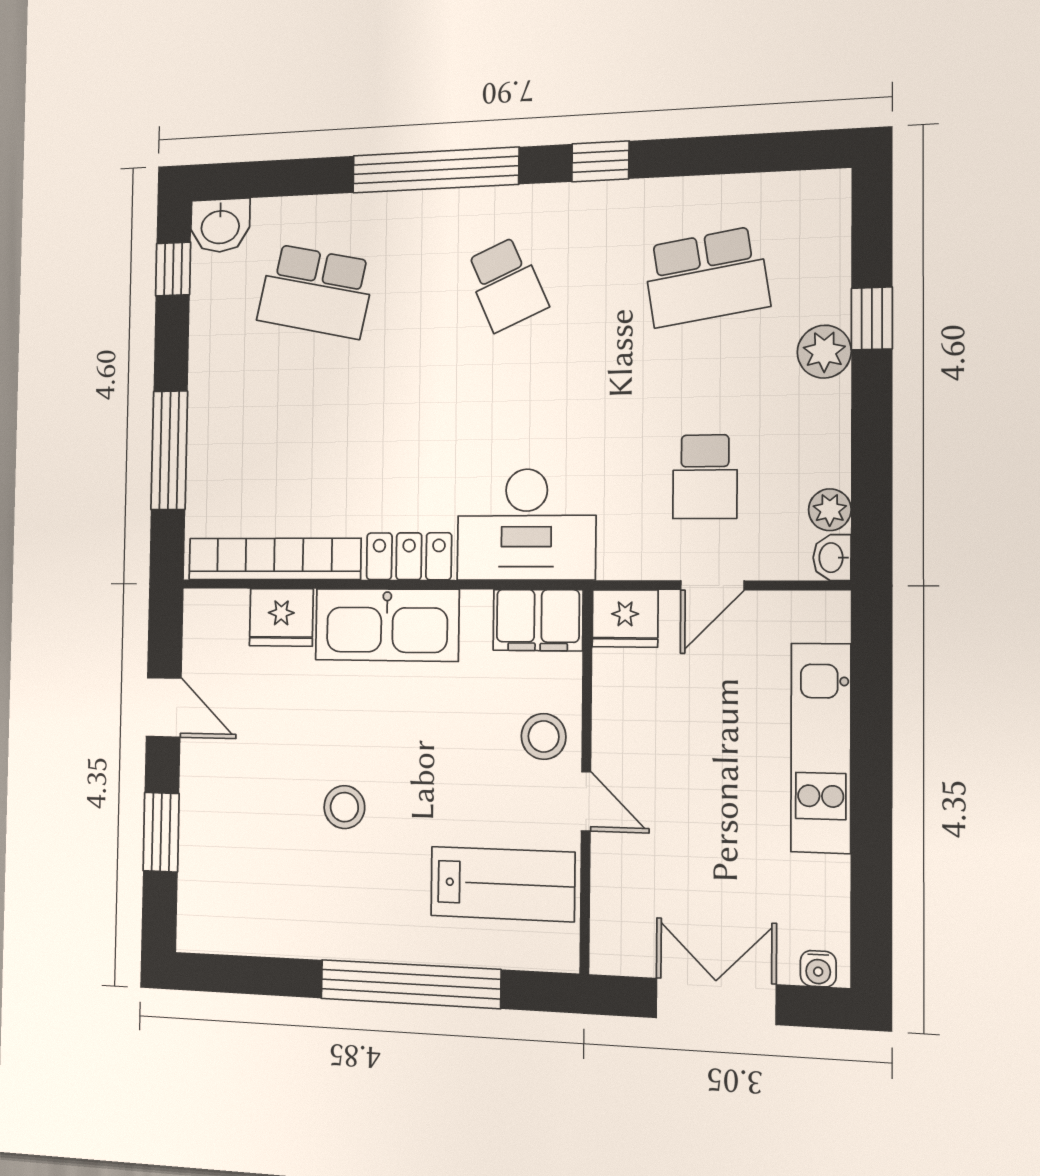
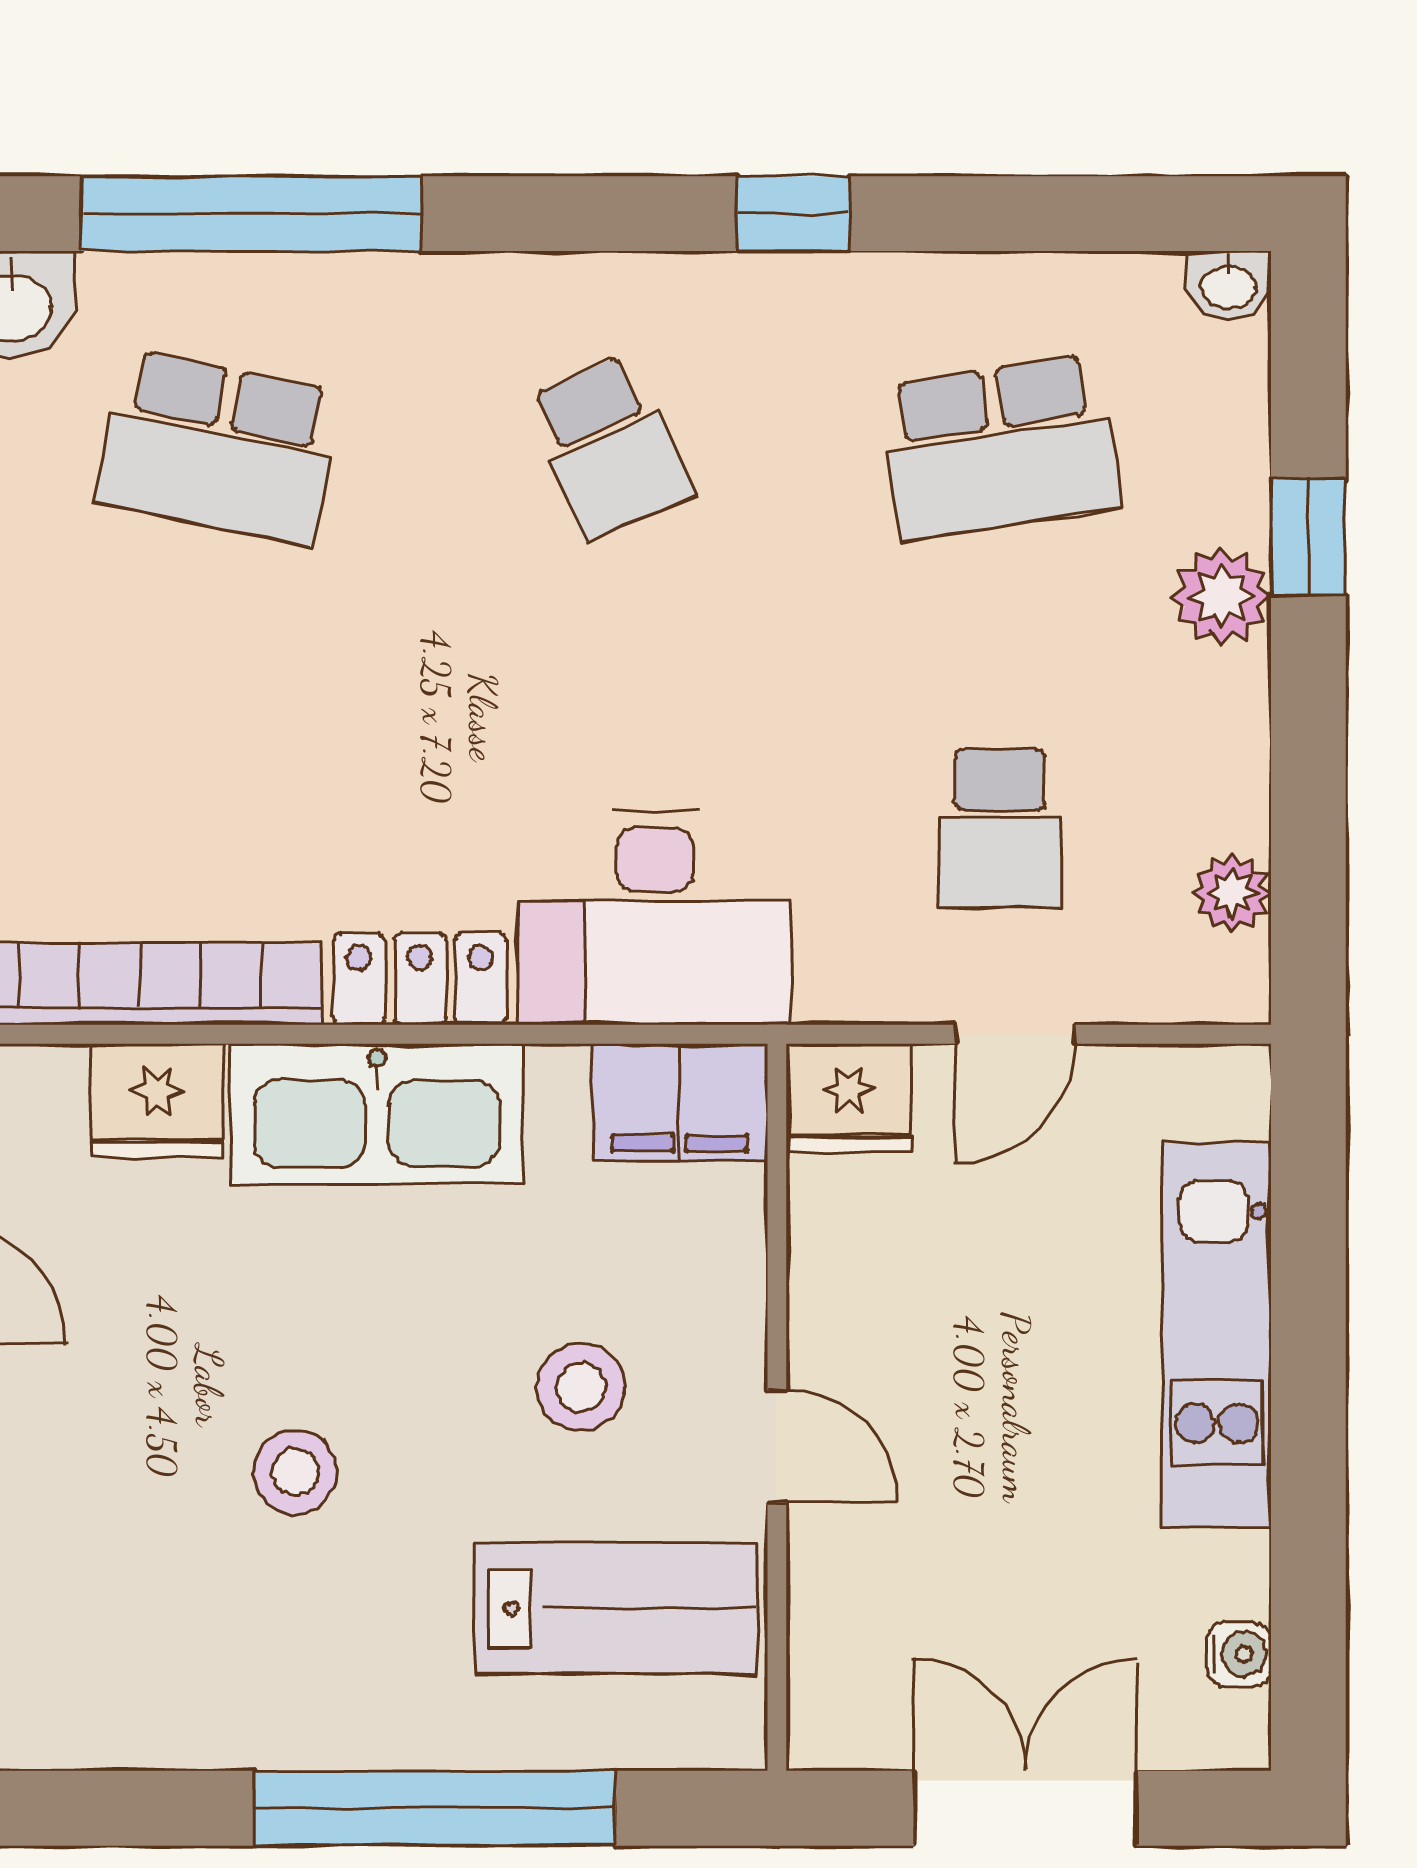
window: (435, 170) -> (251, 214), moved
washbasin: (832, 558) -> (1228, 285), moved, turned -90
stool: (544, 736) -> (581, 1387), moved
water cooler: (818, 969) -> (1239, 1654), moved, turned -90

